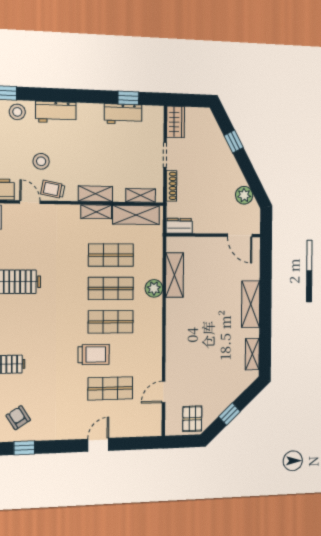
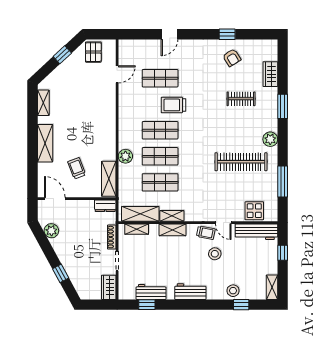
workbench: (56, 112) -> (190, 292), moved
trolley: (213, 273) -> (77, 168), added
shelving: (175, 275) -> (109, 179), moved

